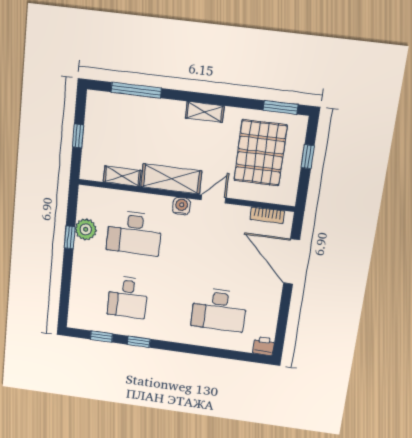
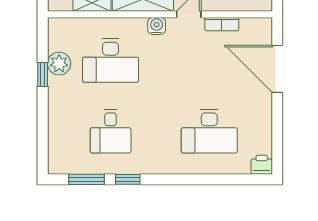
bookcase: (267, 215) -> (222, 24), moved
window: (101, 337) -> (87, 179), width x1.50

